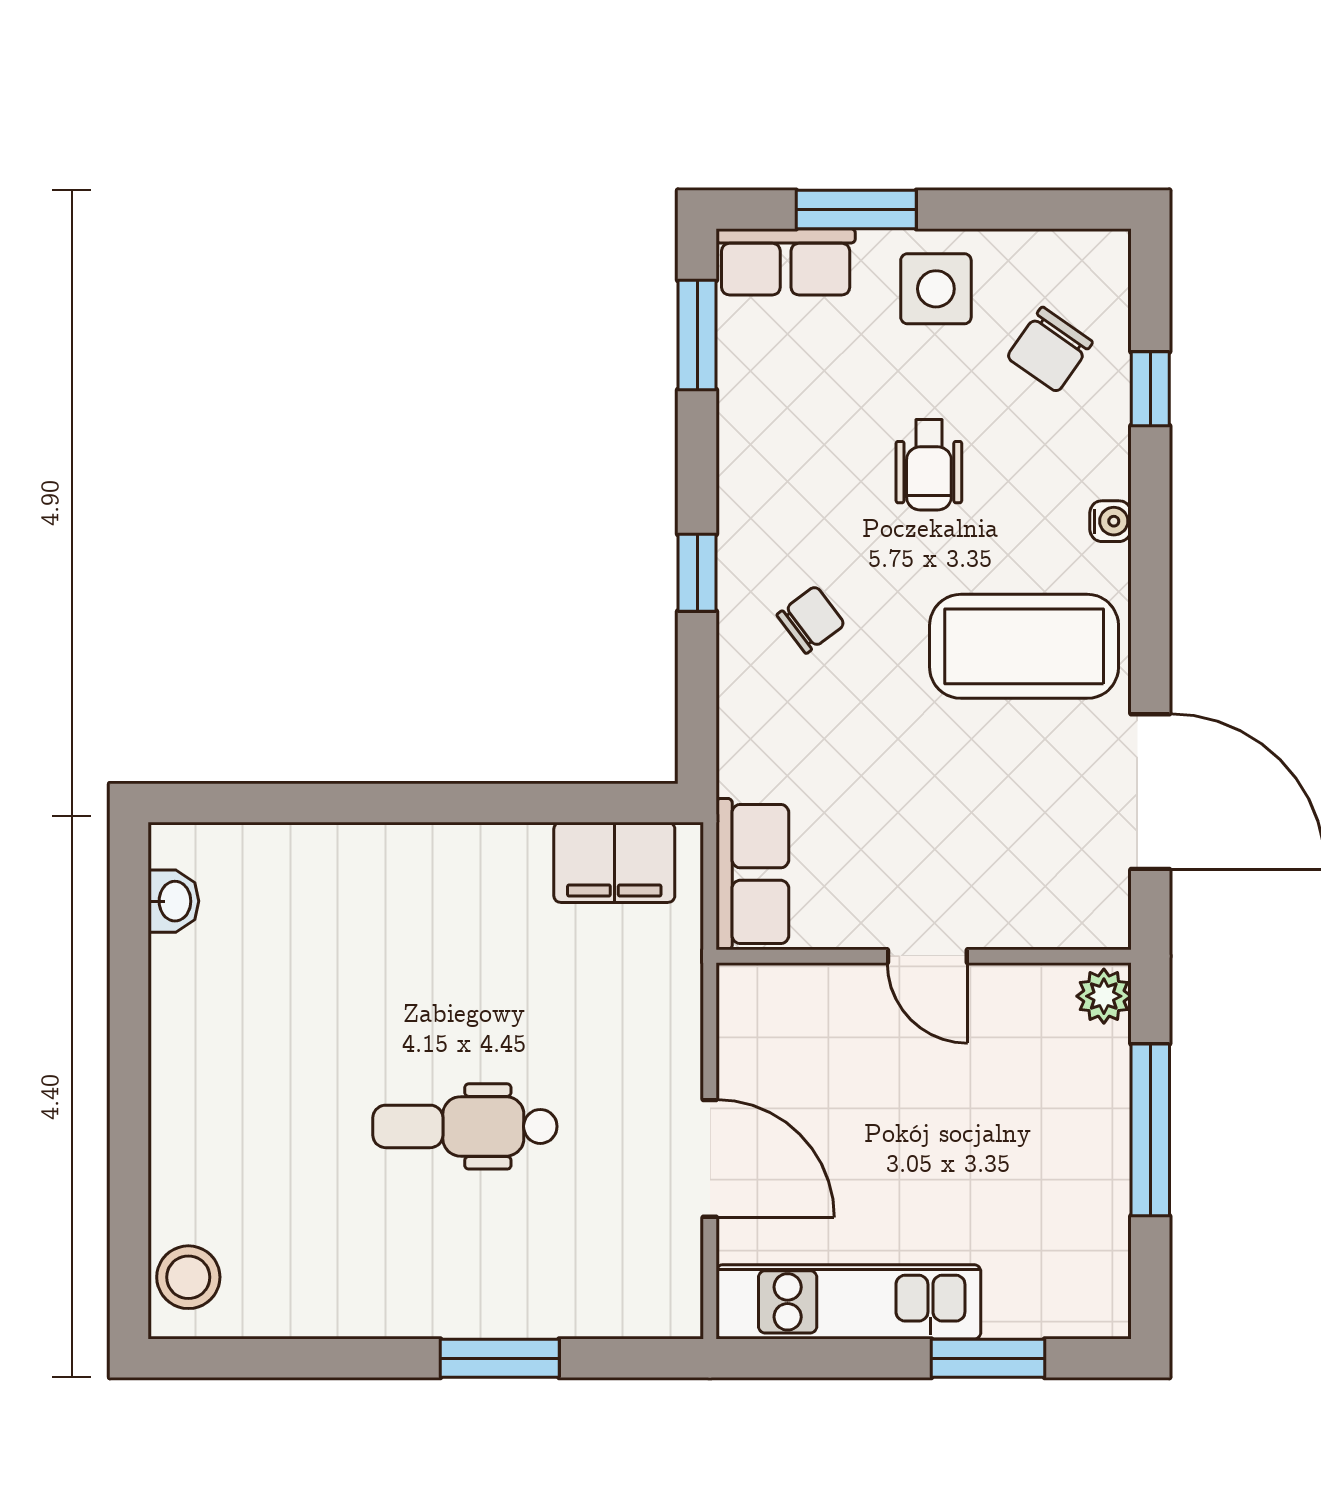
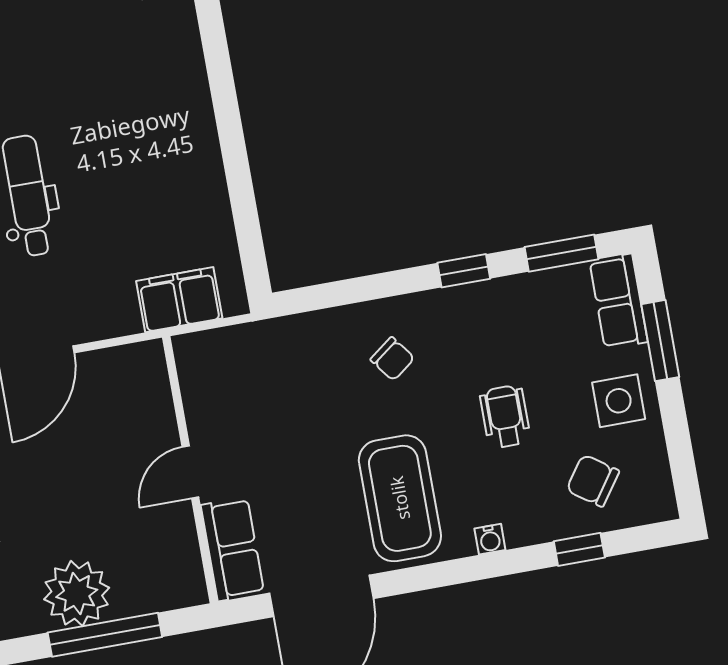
wheelchair: (929, 465) -> (505, 417), turned 90
window: (697, 573) -> (464, 271), moved
filing cabinet: (614, 862) -> (179, 300), moved, turned 90
row of seats: (752, 874) -> (232, 549), moved, turned -90
plant: (1104, 996) -> (77, 593), moved, width x1.88, depth x1.88

